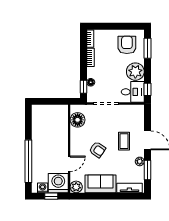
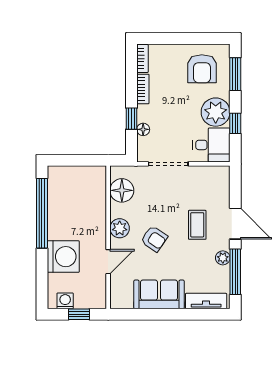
armchair: (127, 45) -> (202, 69), turned 180
window: (83, 87) -> (131, 119), moved
window: (147, 89) -> (235, 123), moved
window: (28, 161) -> (42, 213), moved
window: (147, 170) -> (235, 272), width x1.44
washing machine: (58, 183) -> (63, 257), moved, turned 90
plant: (76, 187) -> (120, 228), moved

